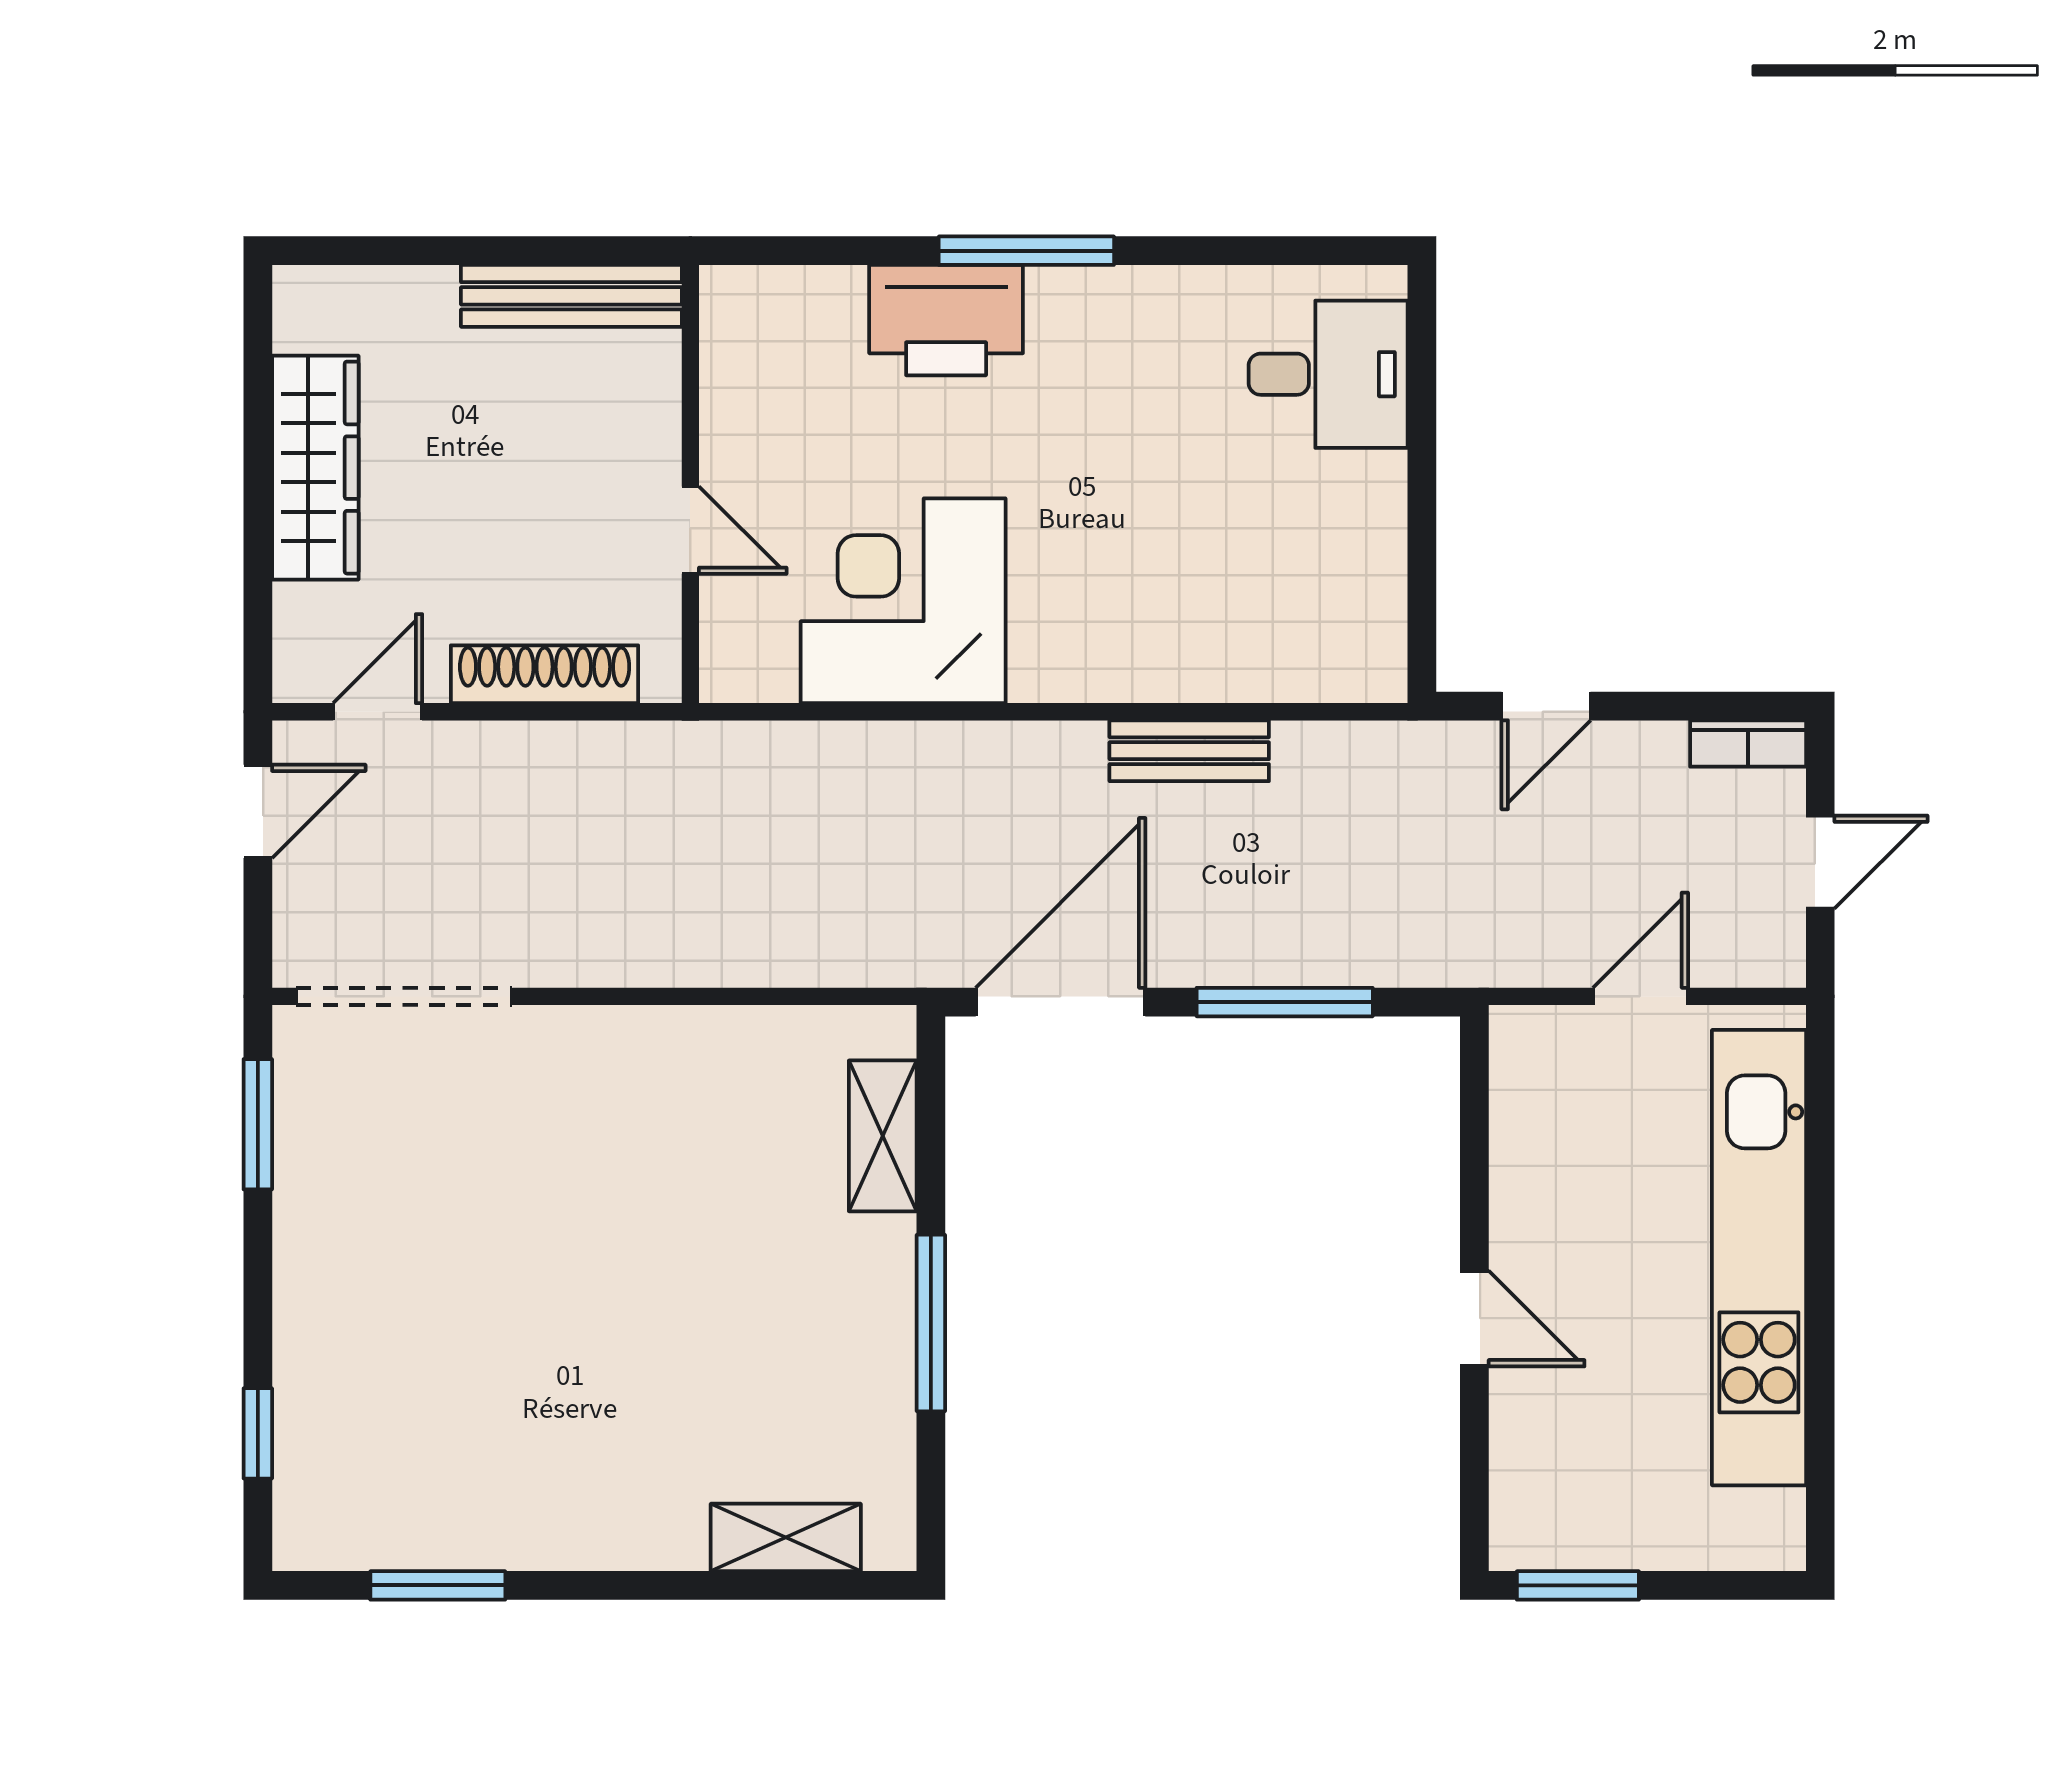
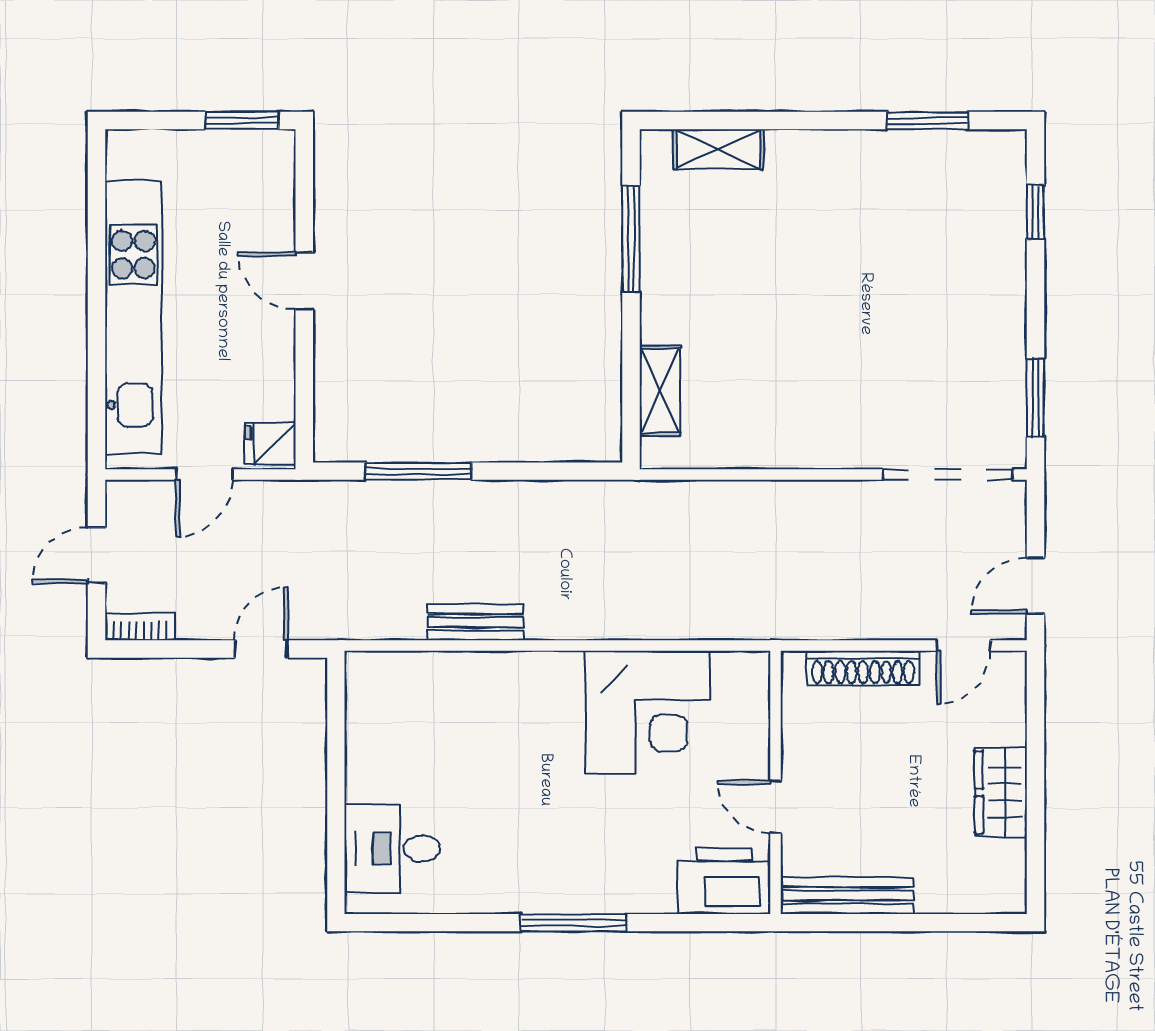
printer: (946, 320) -> (724, 881), moved
wardrobe: (315, 468) -> (1001, 792), width x0.67
door: (690, 530) -> (776, 807), moved
door: (1060, 1002) -> (553, 471), removed
fridge: (1531, 1048) -> (270, 444), added
window: (931, 1323) -> (631, 239), moved

